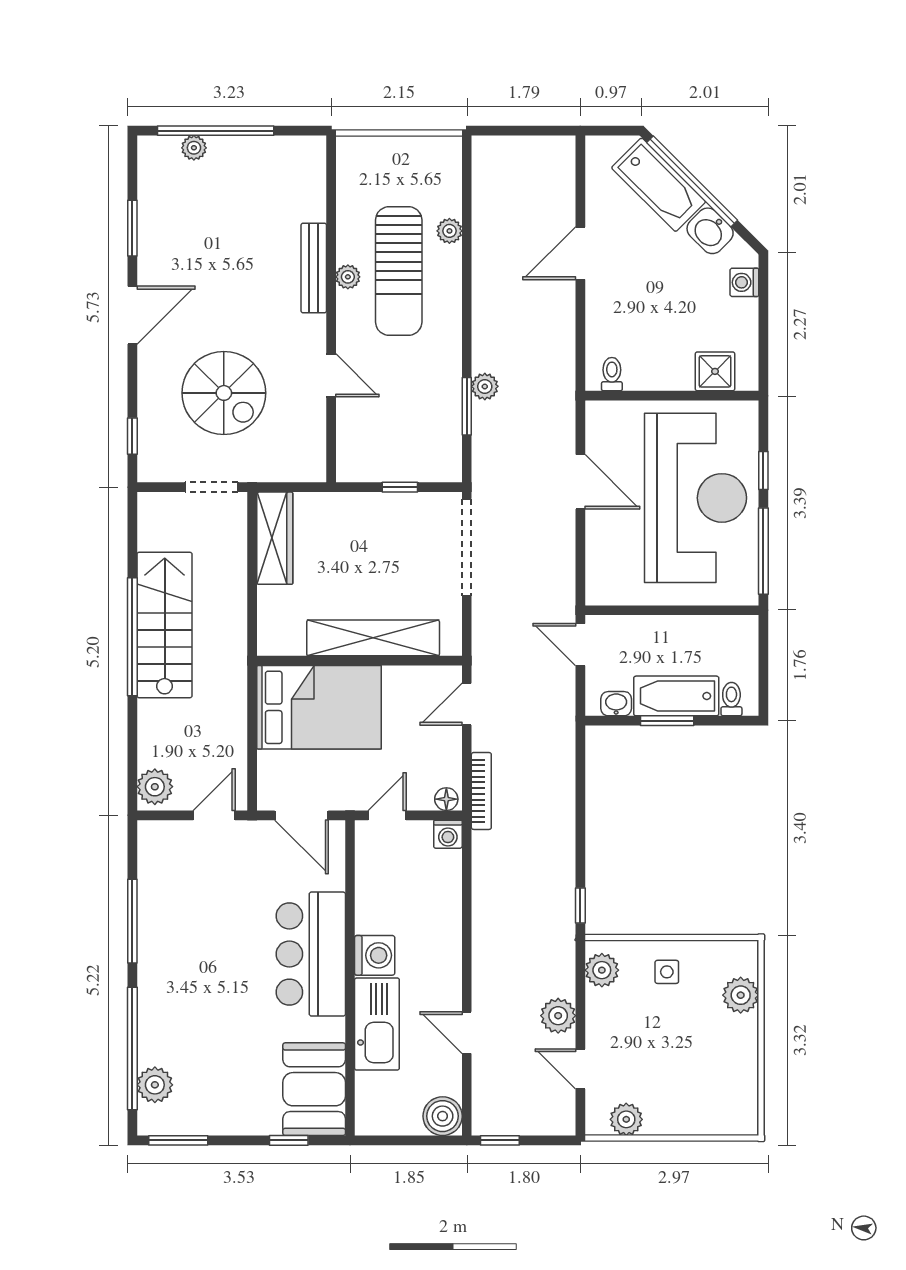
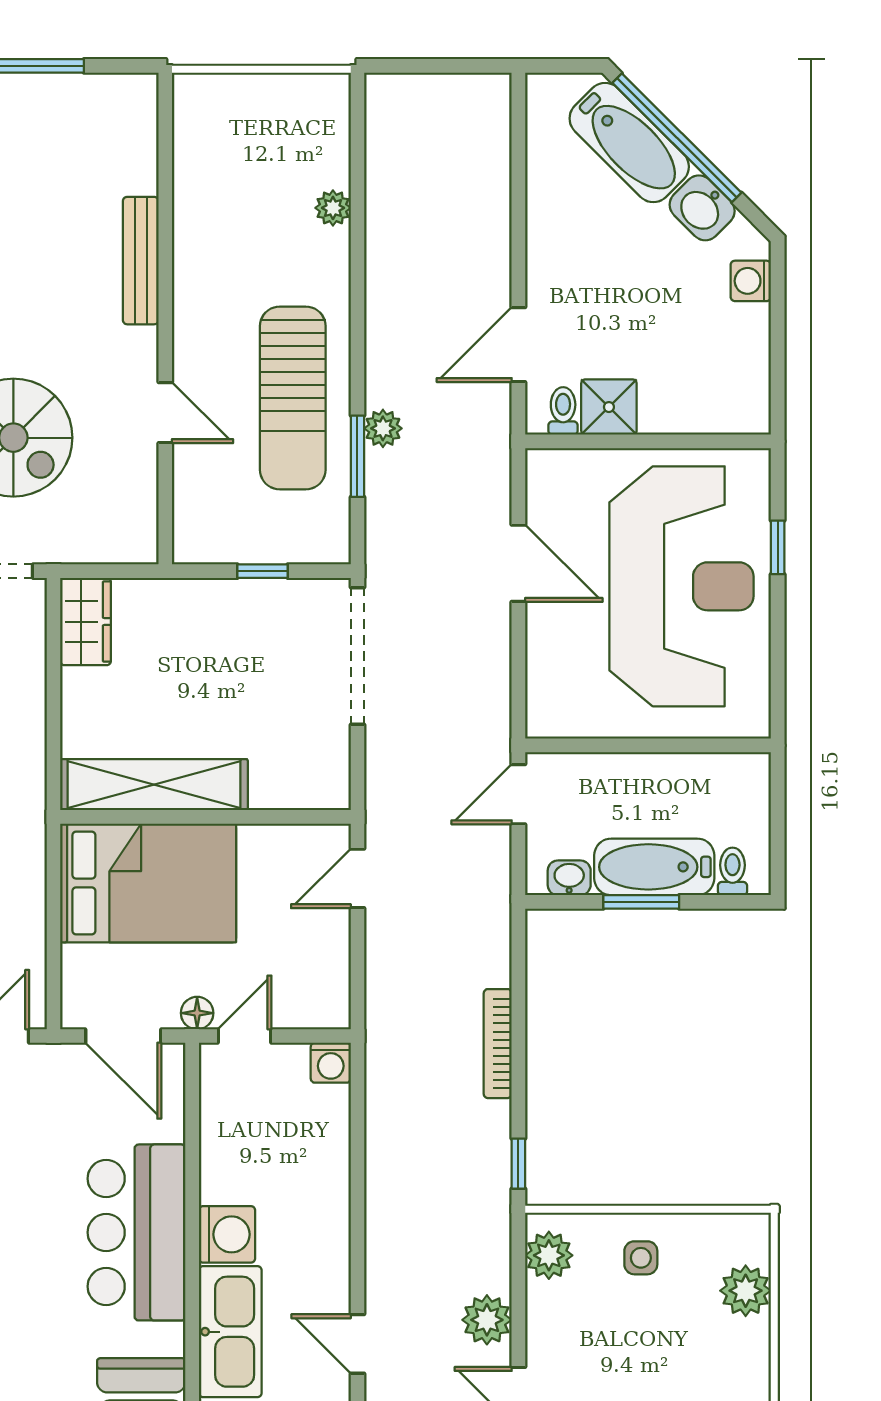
door: (580, 253) -> (518, 345), moved
sun lounger: (399, 271) -> (293, 398), moved
plant: (348, 277) -> (189, 273), removed
shower: (715, 371) -> (609, 407), moved
wardrobe: (275, 538) -> (86, 622), width x0.67
window: (763, 551) -> (778, 662), removed
shelving: (373, 638) -> (154, 785), moved
door: (580, 645) -> (518, 794), hinge flipped
bookcase: (481, 791) -> (498, 1044), moved, turned 180
floor lamp: (446, 799) -> (197, 1013), moved

